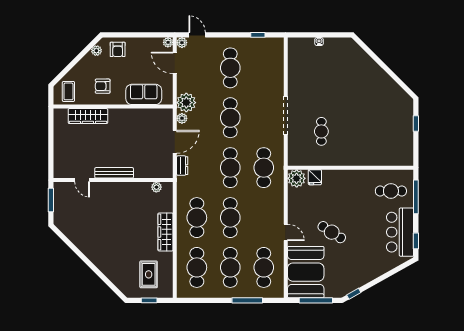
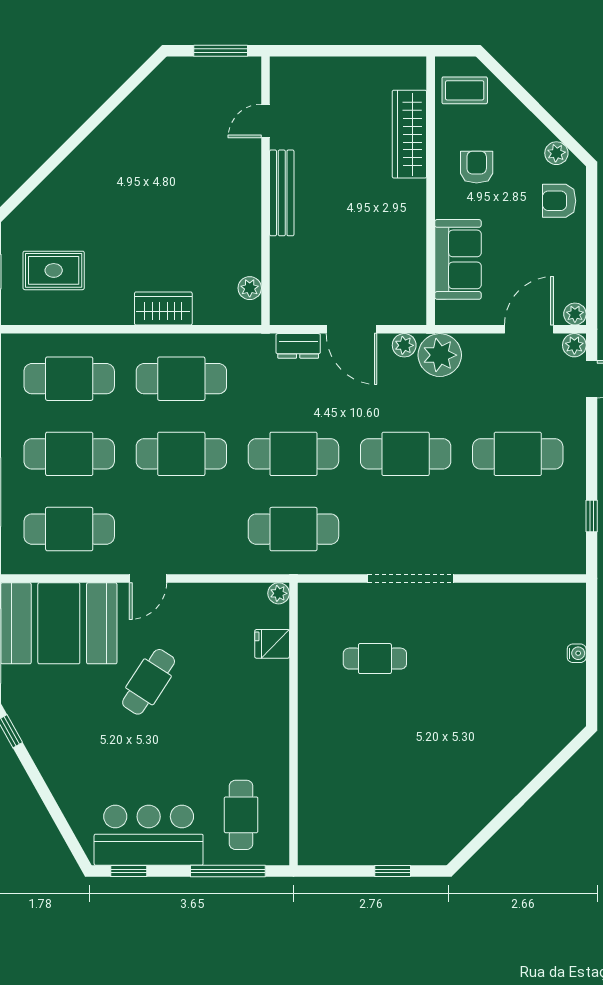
plant: (297, 178) -> (279, 593), width x0.53, depth x0.53
wardrobe: (166, 232) -> (163, 308), width x0.67

